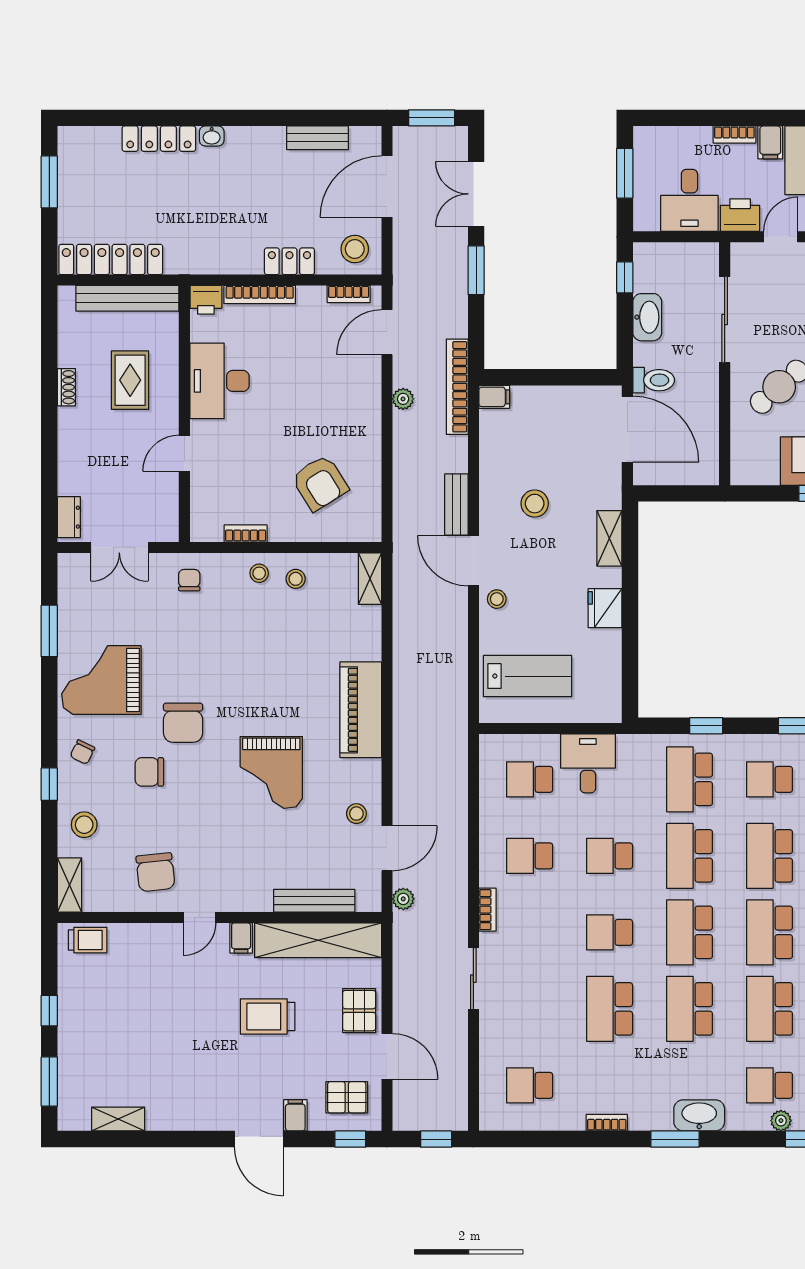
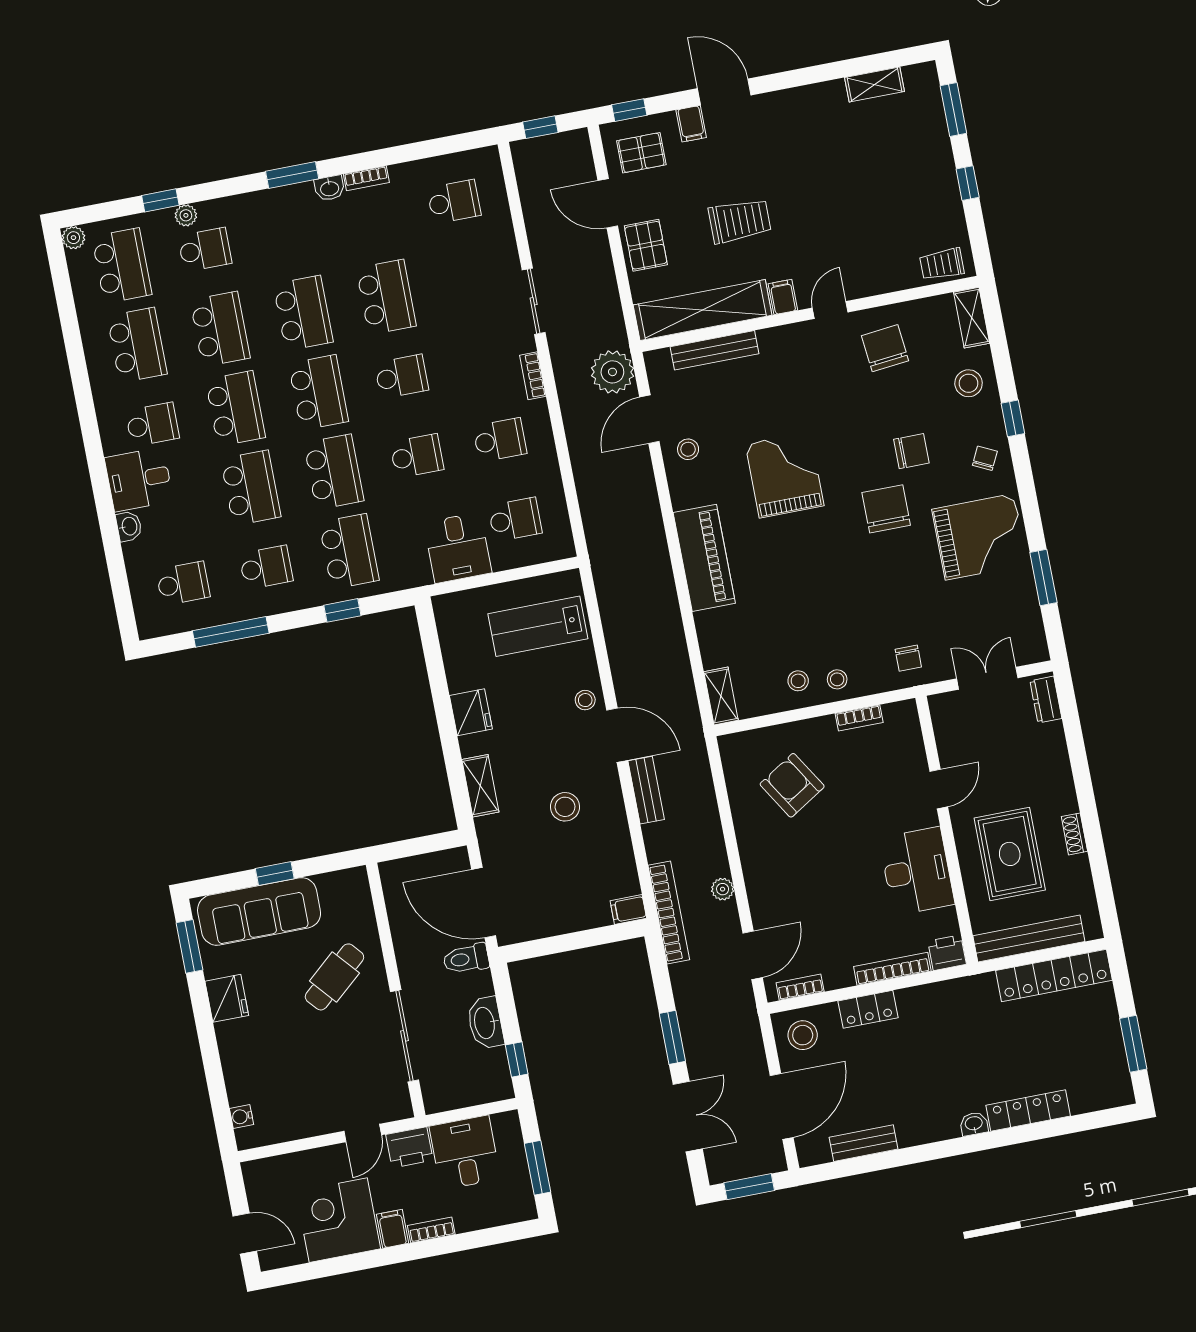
rug: (130, 380) -> (1010, 854), width x1.36, depth x1.43
plant: (403, 899) -> (612, 372), width x1.87, depth x1.87
washbasin: (699, 1115) -> (329, 188), moved, width x0.52, depth x0.69

